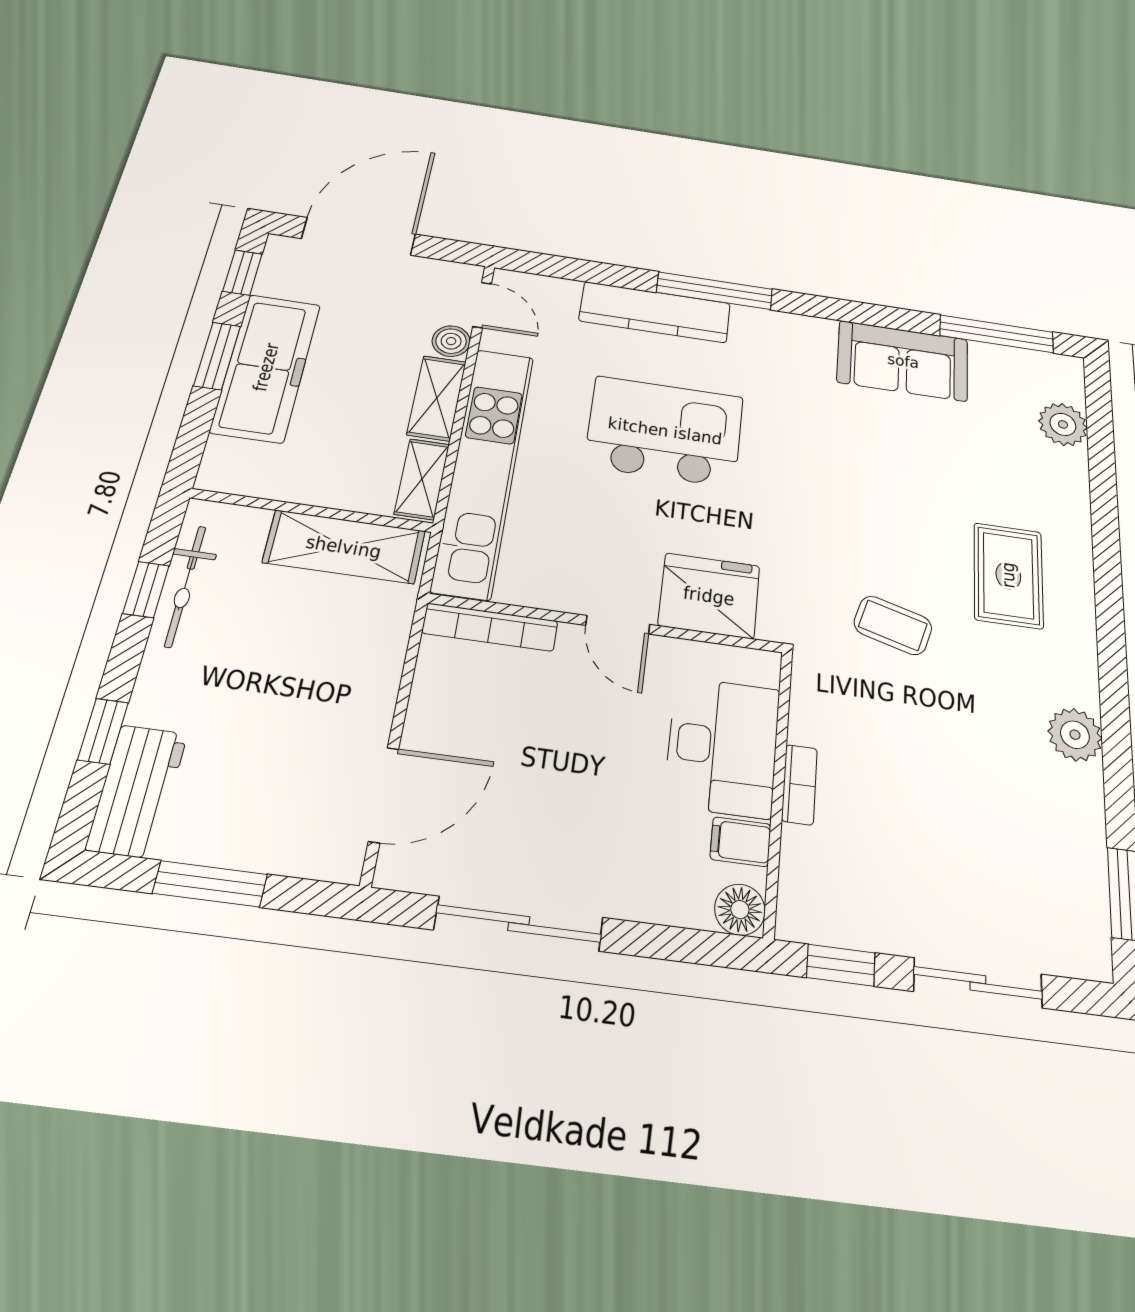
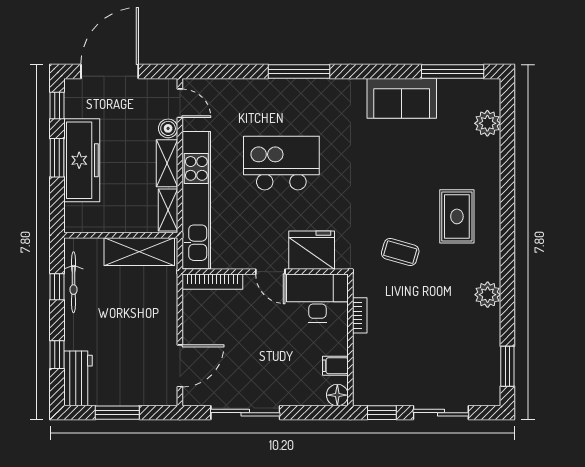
kitchen counter: (655, 312) -> (269, 91), removed
desk: (723, 746) -> (317, 298), moved, turned -90
bookcase: (799, 785) -> (360, 315), moved

